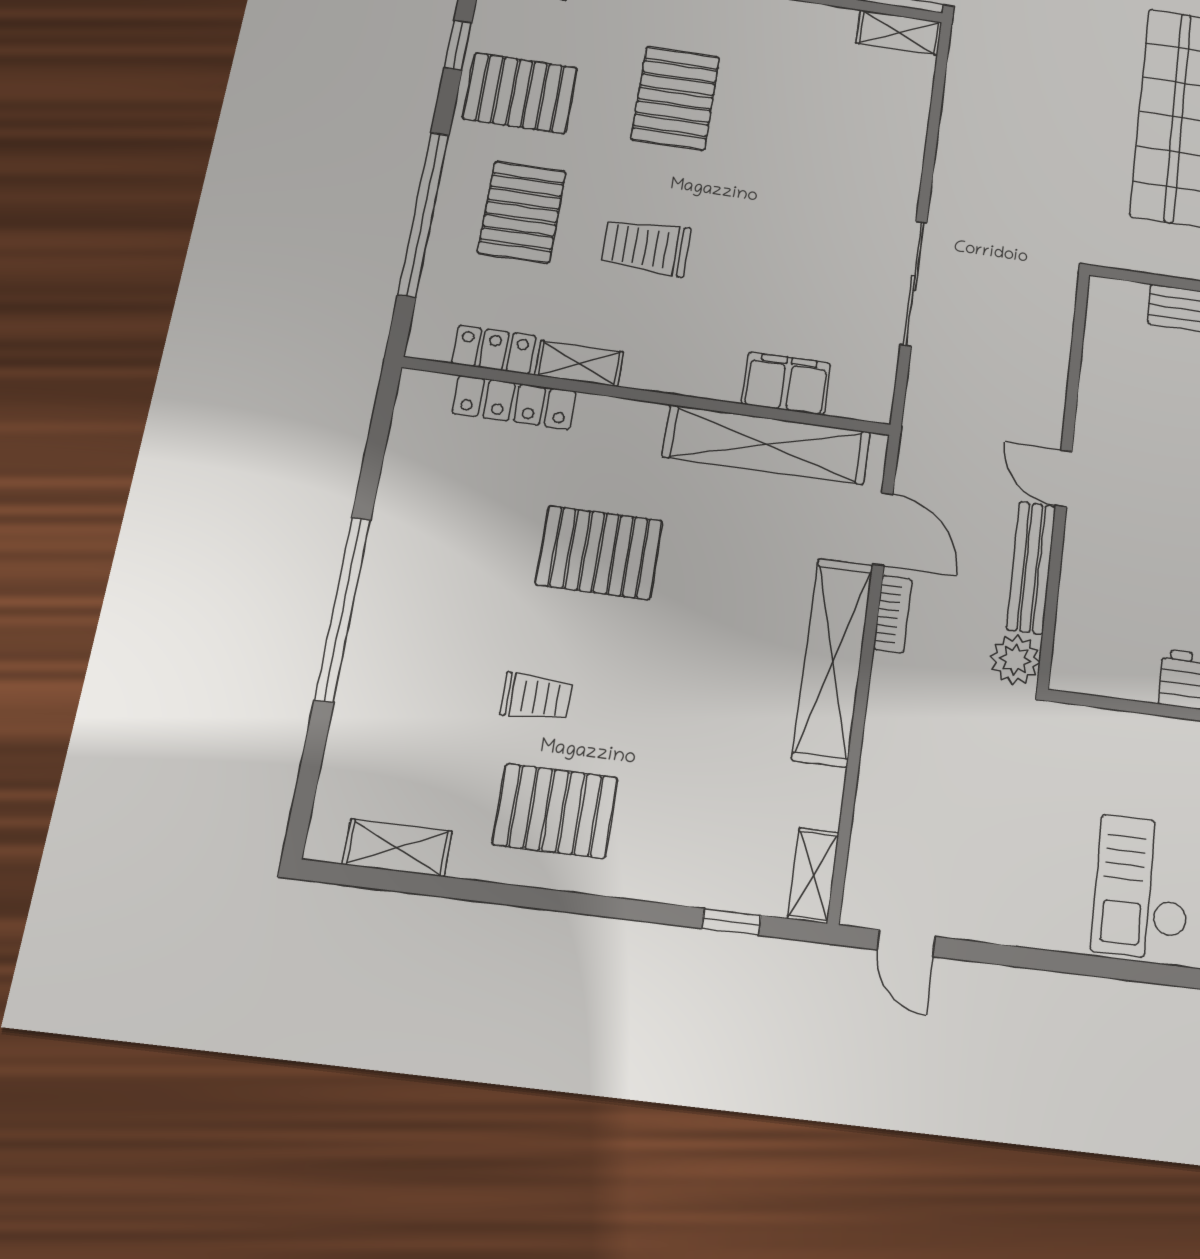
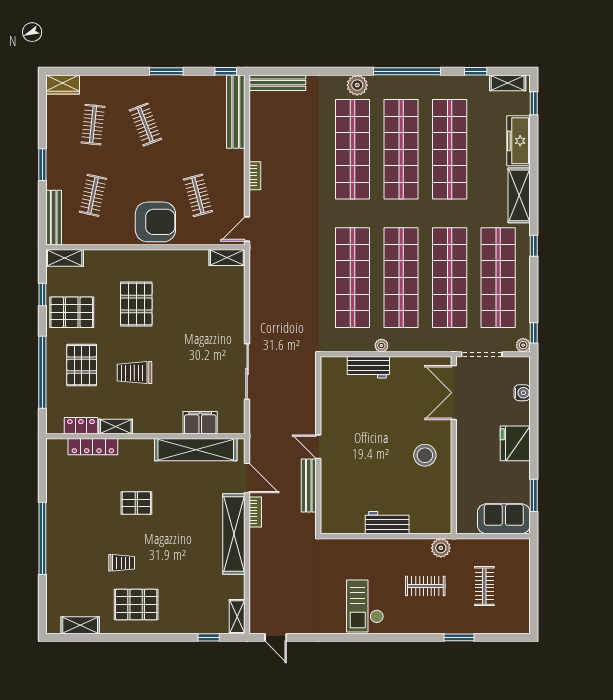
pallet: (599, 553) -> (136, 503), width x0.67, depth x0.71
plant: (1015, 660) -> (306, 524), removed

